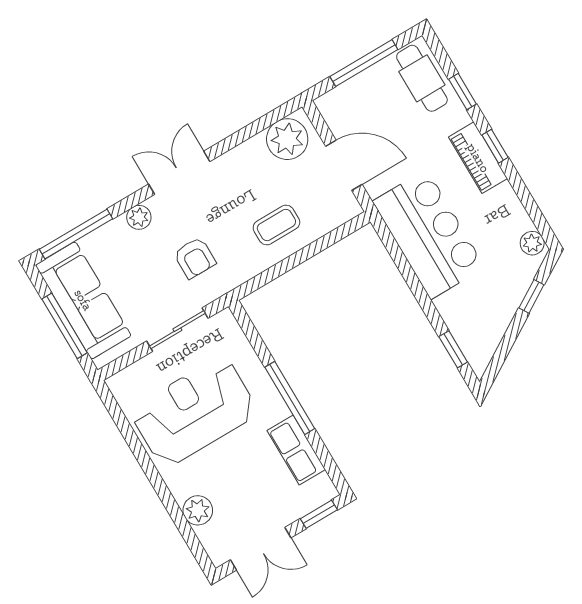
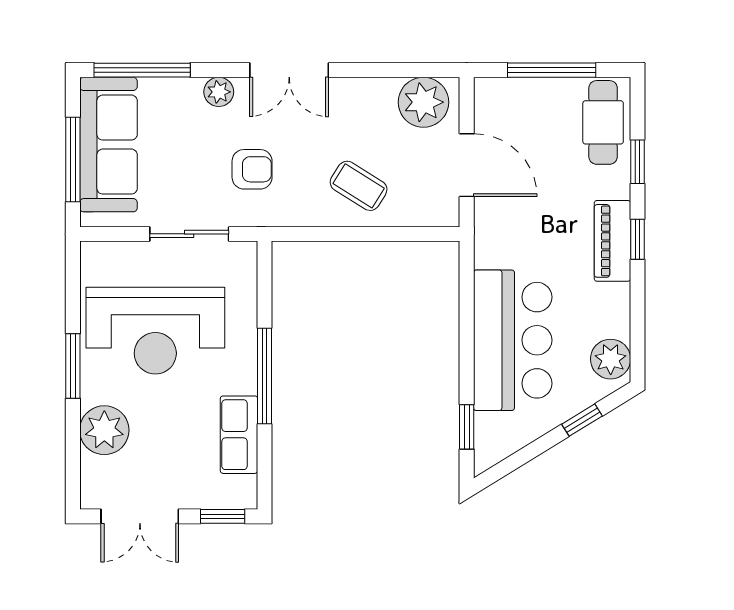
double door: (179, 173) -> (289, 70), swing flipped
coffee table: (276, 225) -> (359, 186), turned 32
bar counter: (429, 234) -> (513, 340), moved
plant: (532, 243) -> (611, 359), width x1.38, depth x1.38
armchair: (195, 258) -> (252, 169), turned -90
reception desk: (194, 412) -> (155, 331), turned 180
window: (151, 471) -> (73, 366), added
plant: (198, 510) -> (104, 430), width x1.36, depth x1.36

